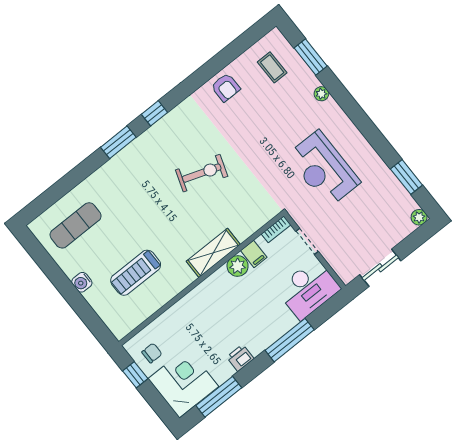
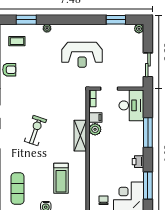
exercise bike: (202, 173) -> (36, 131), moved

